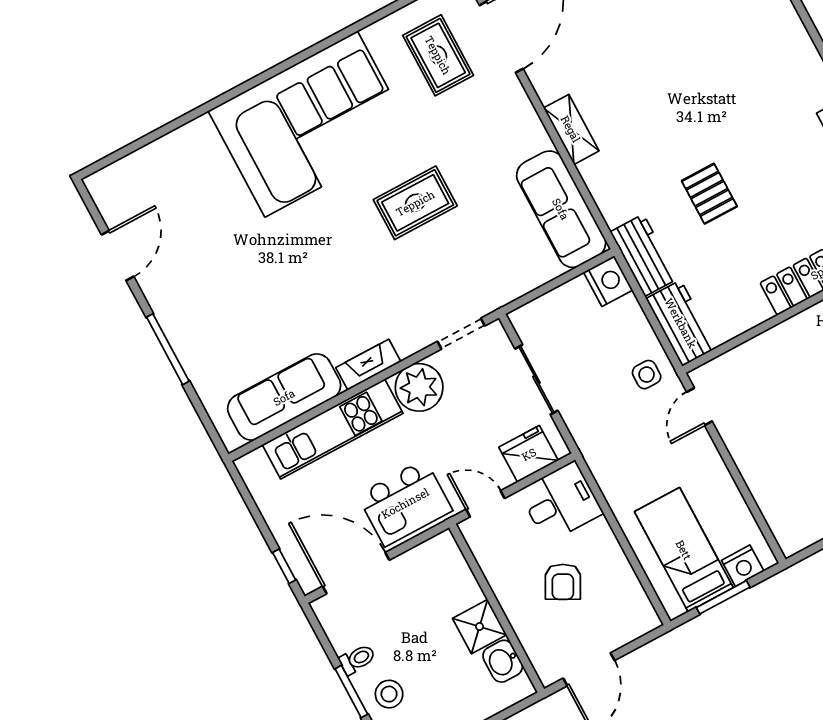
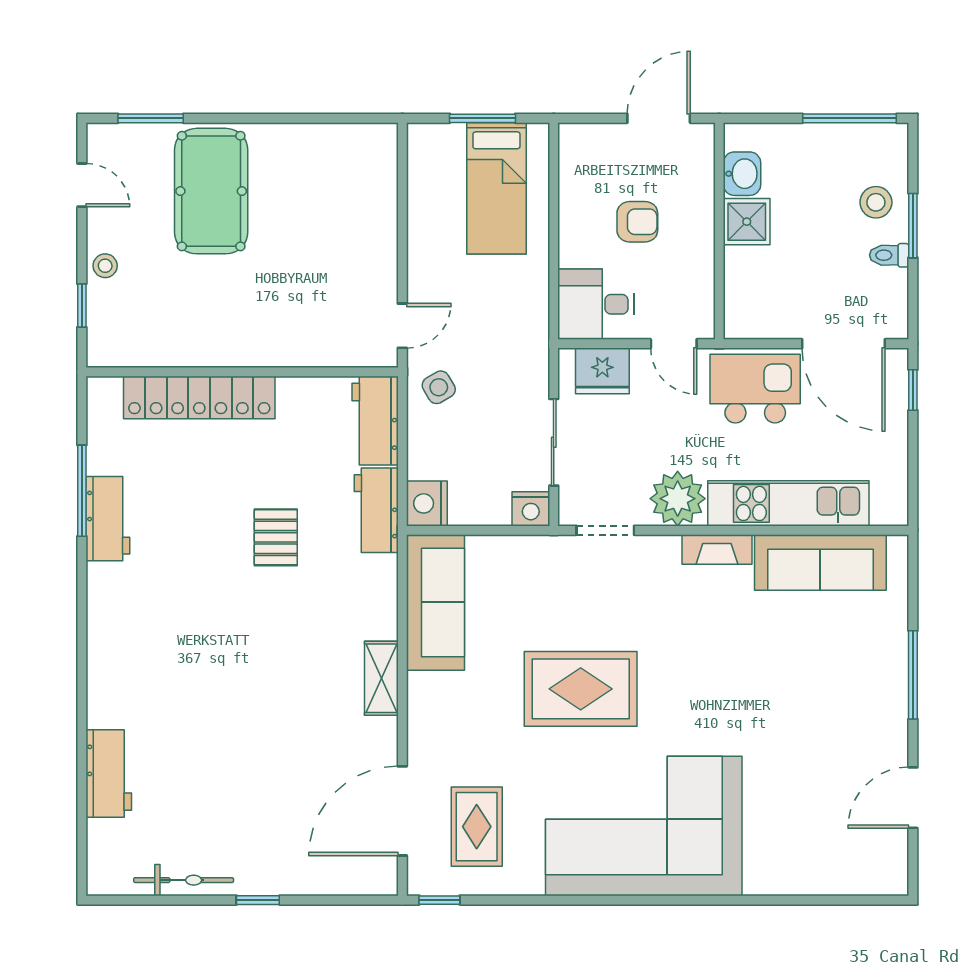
rug: (415, 203) -> (581, 689), width x1.36, depth x1.43
side table: (647, 375) -> (439, 387), turned -31
nightstand: (743, 566) -> (531, 509), moved, turned 180
armchair: (563, 582) -> (637, 222), turned 62

